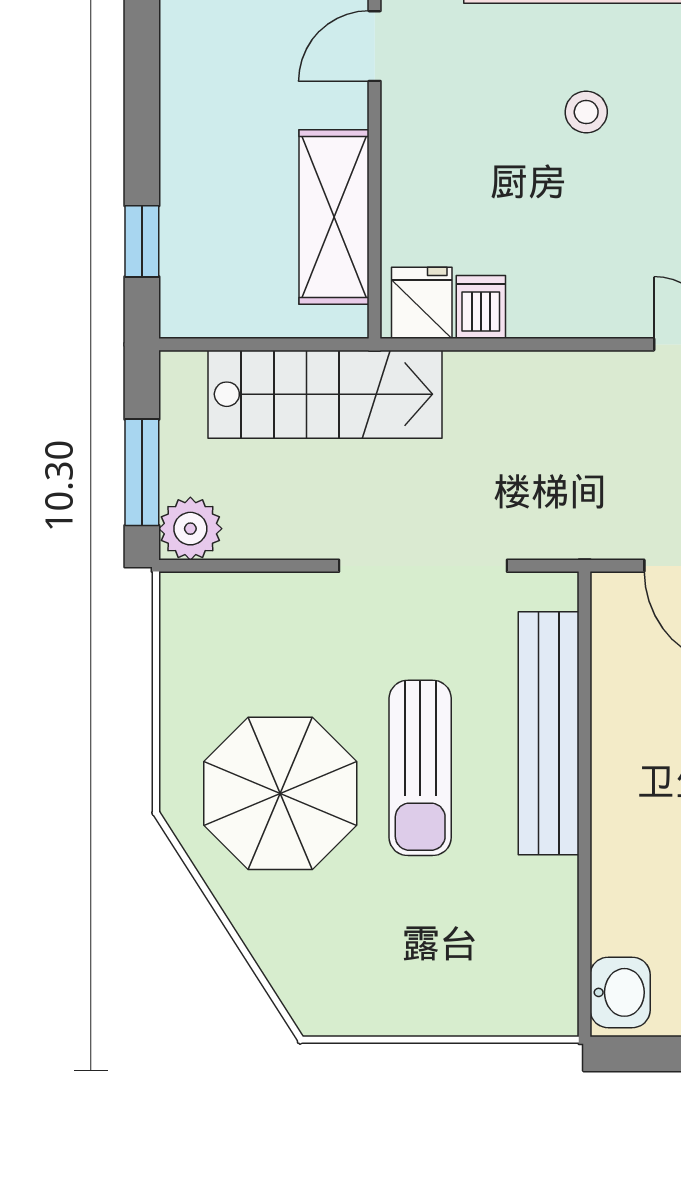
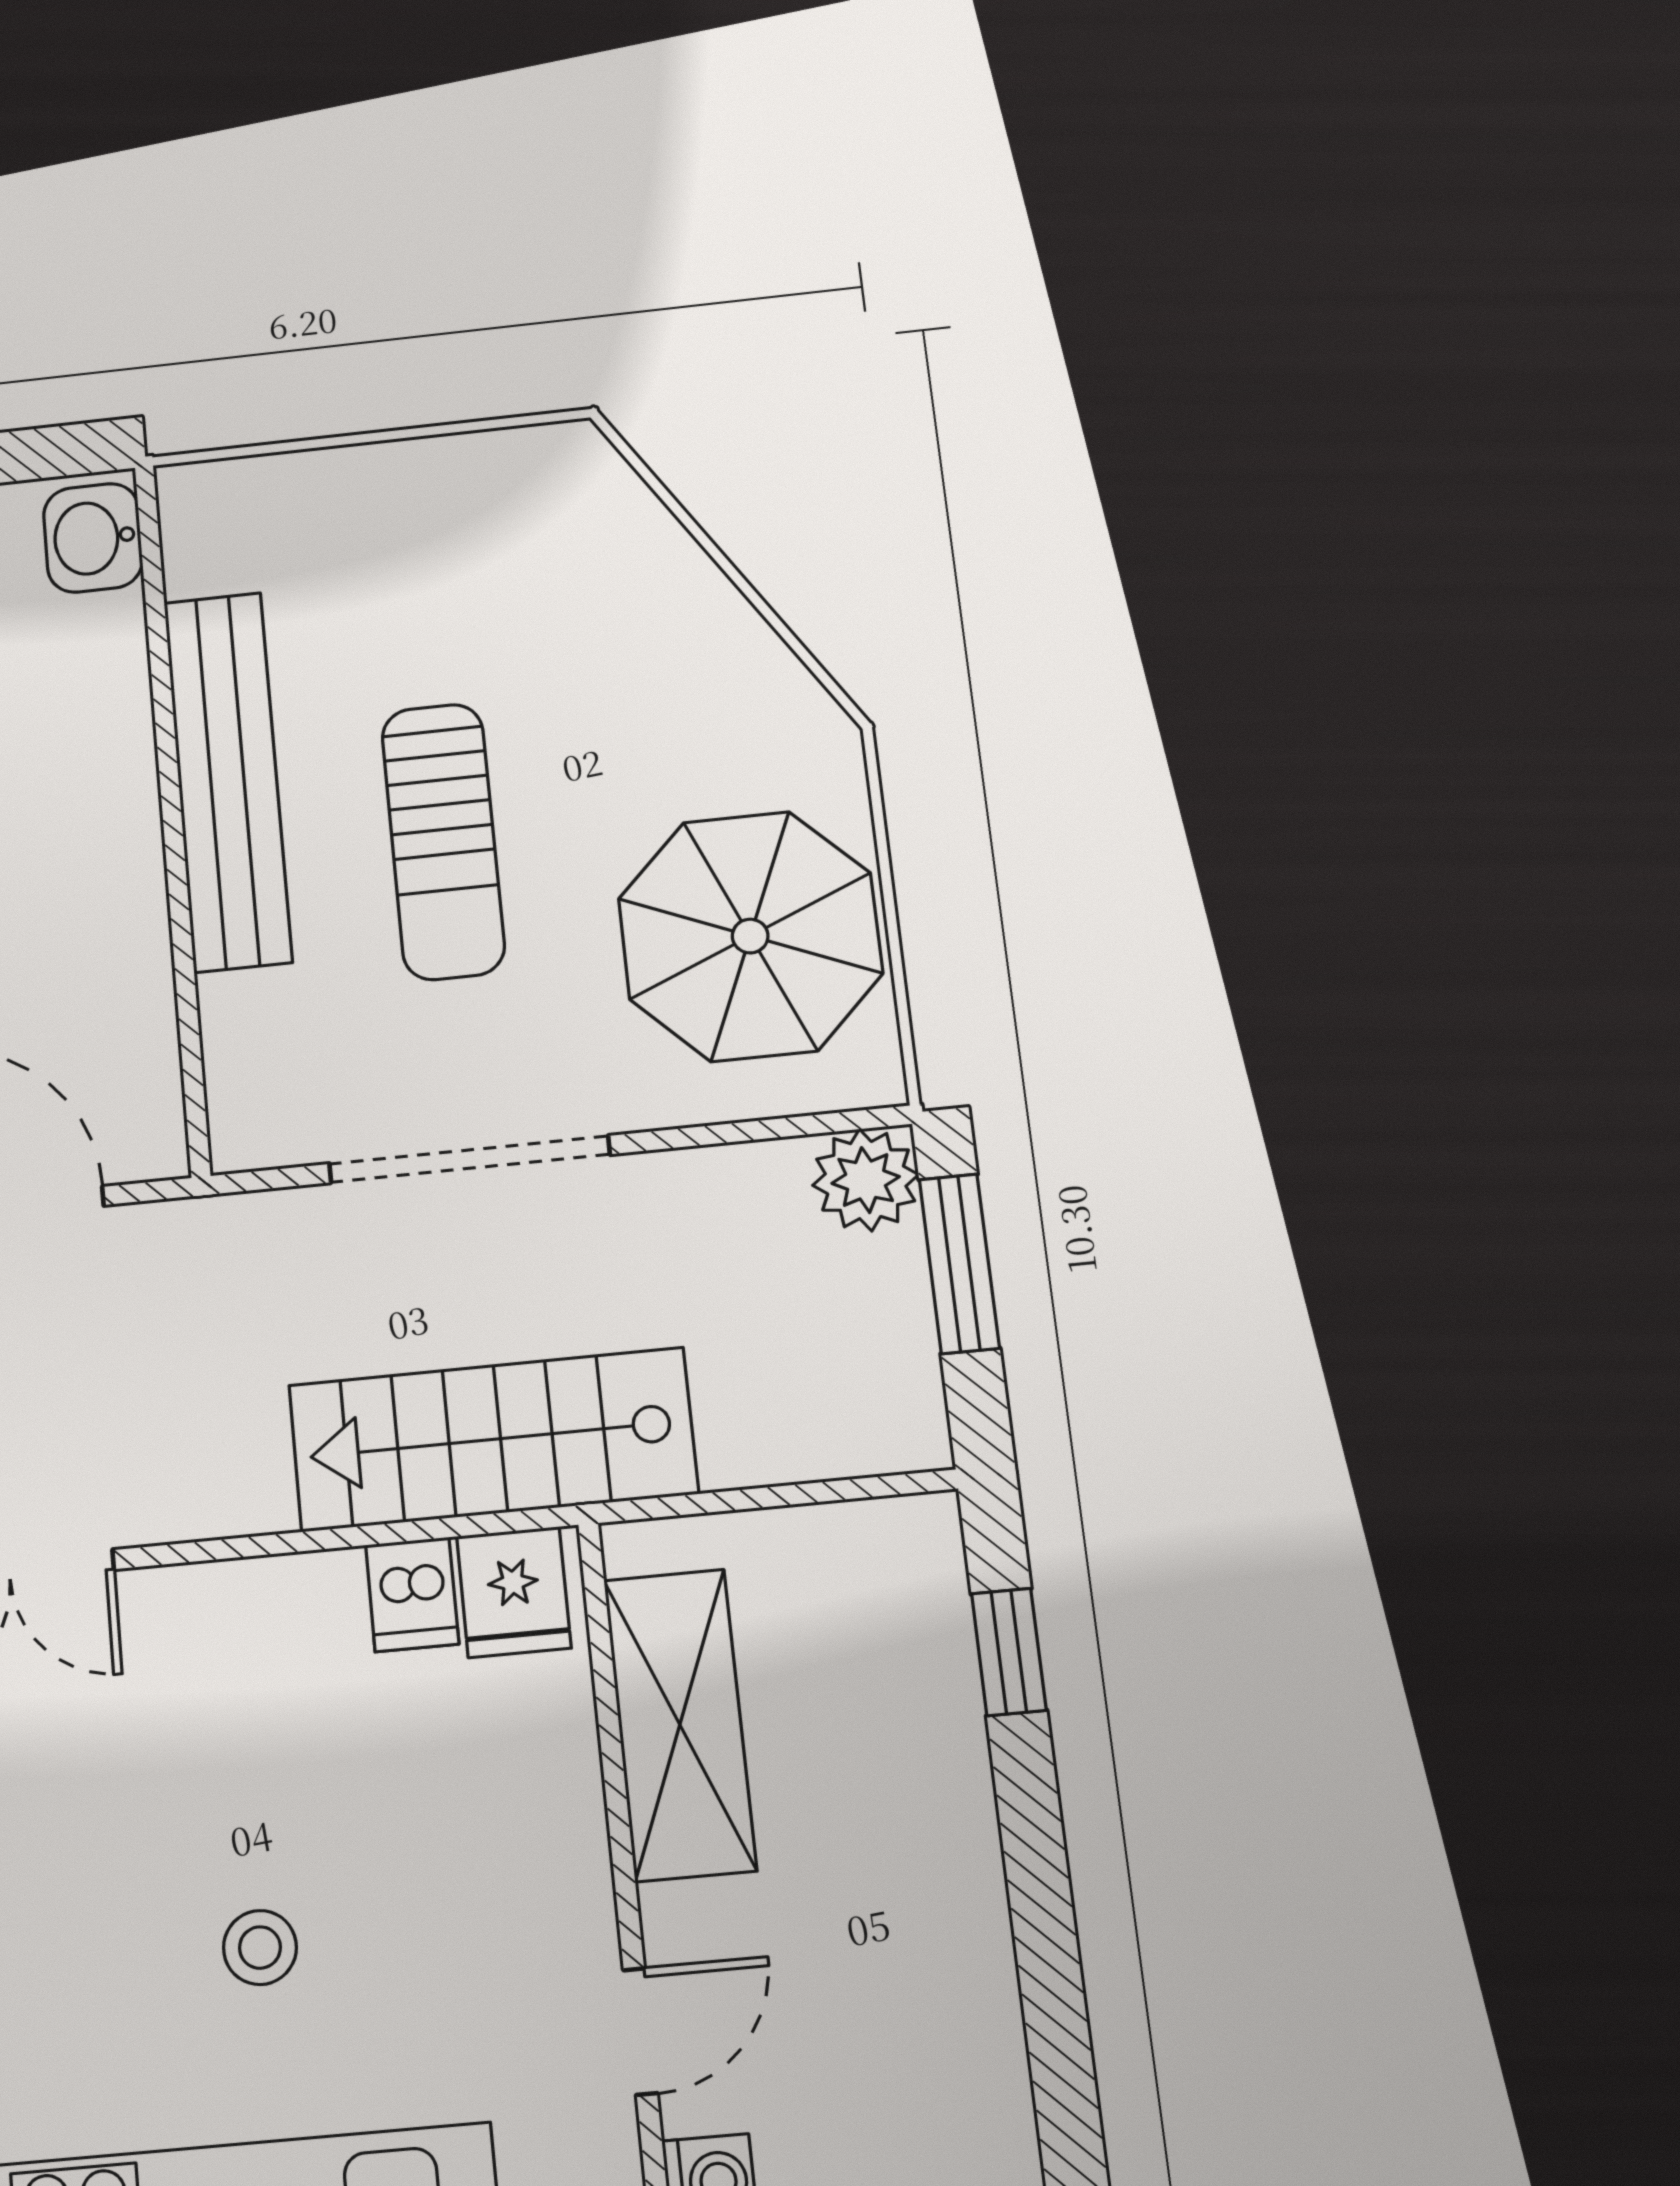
stairs: (325, 394) -> (493, 1439), moved
bench: (549, 733) -> (227, 781), moved
sun lounger: (420, 768) -> (443, 841), turned 180
parasol: (280, 793) -> (750, 936), moved

